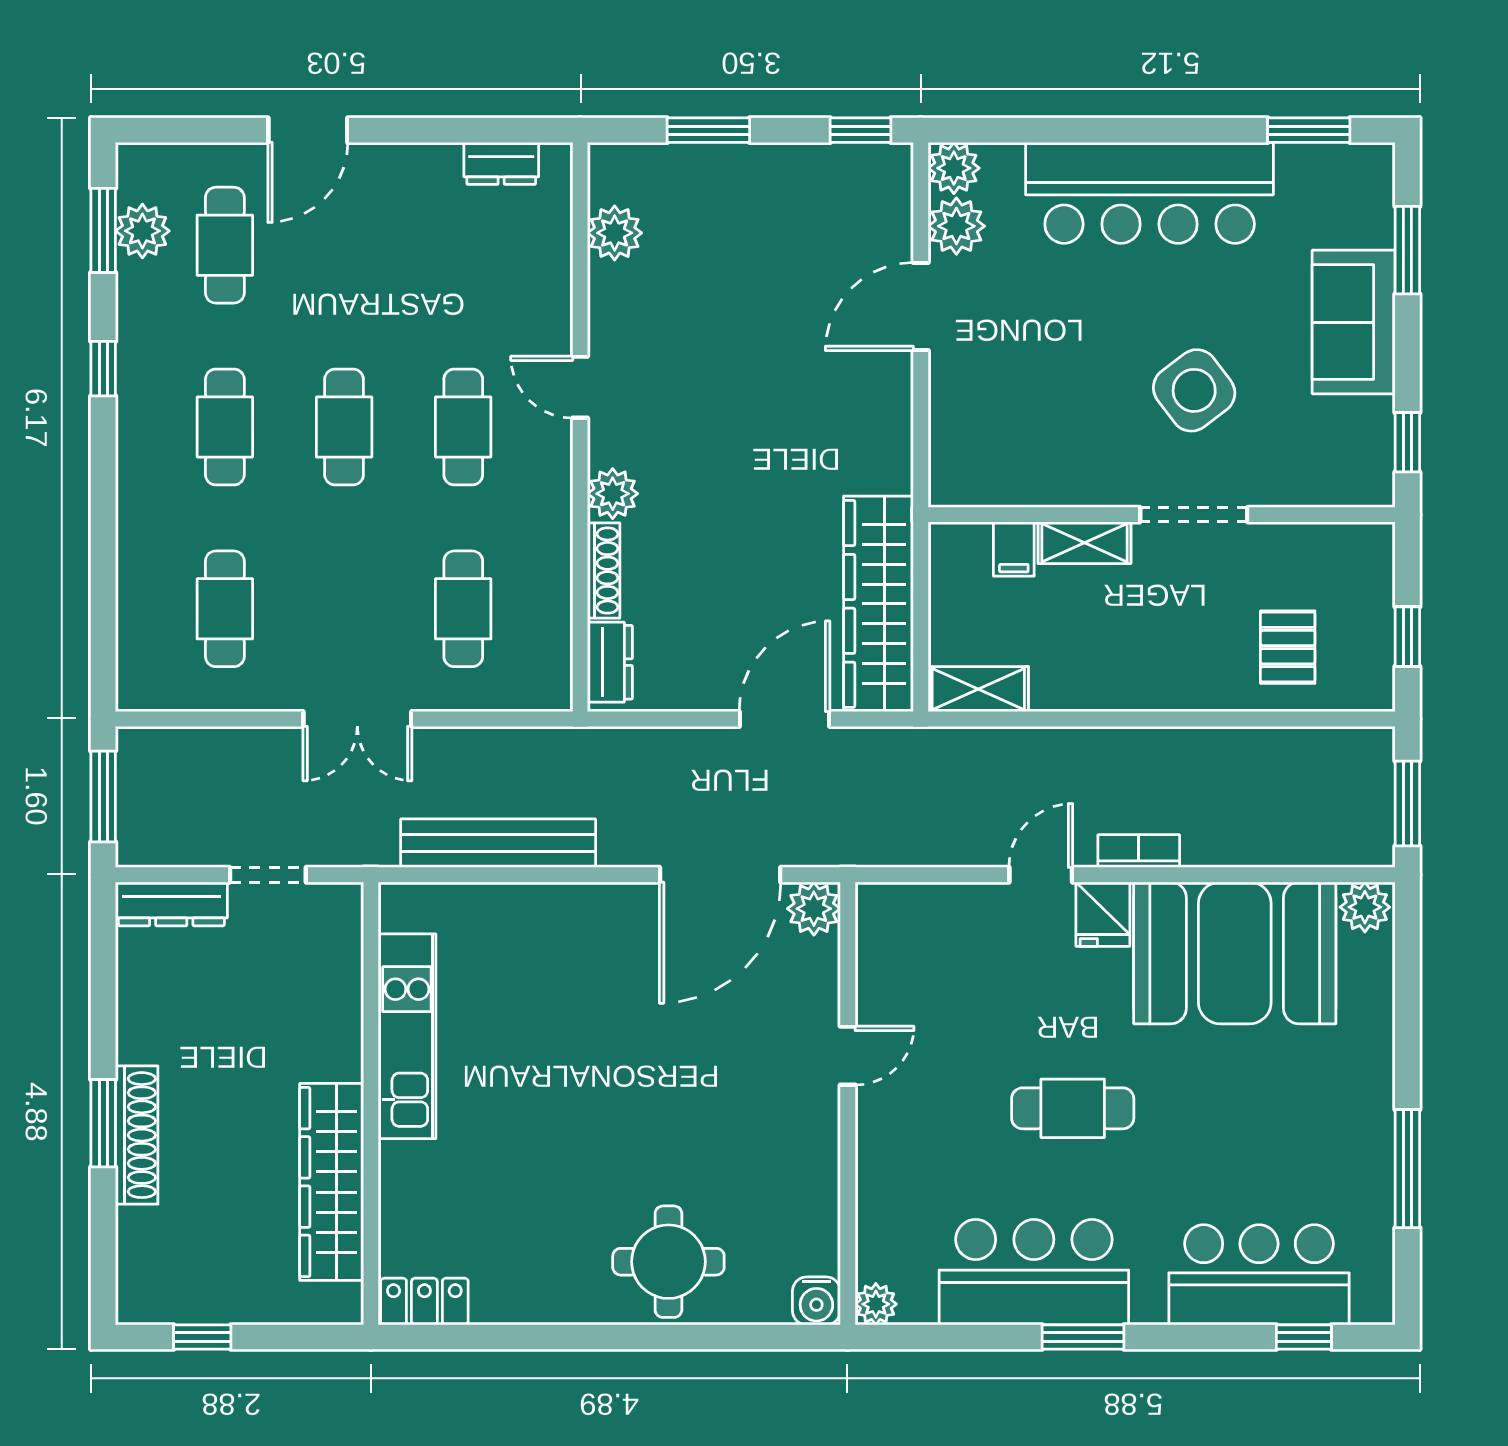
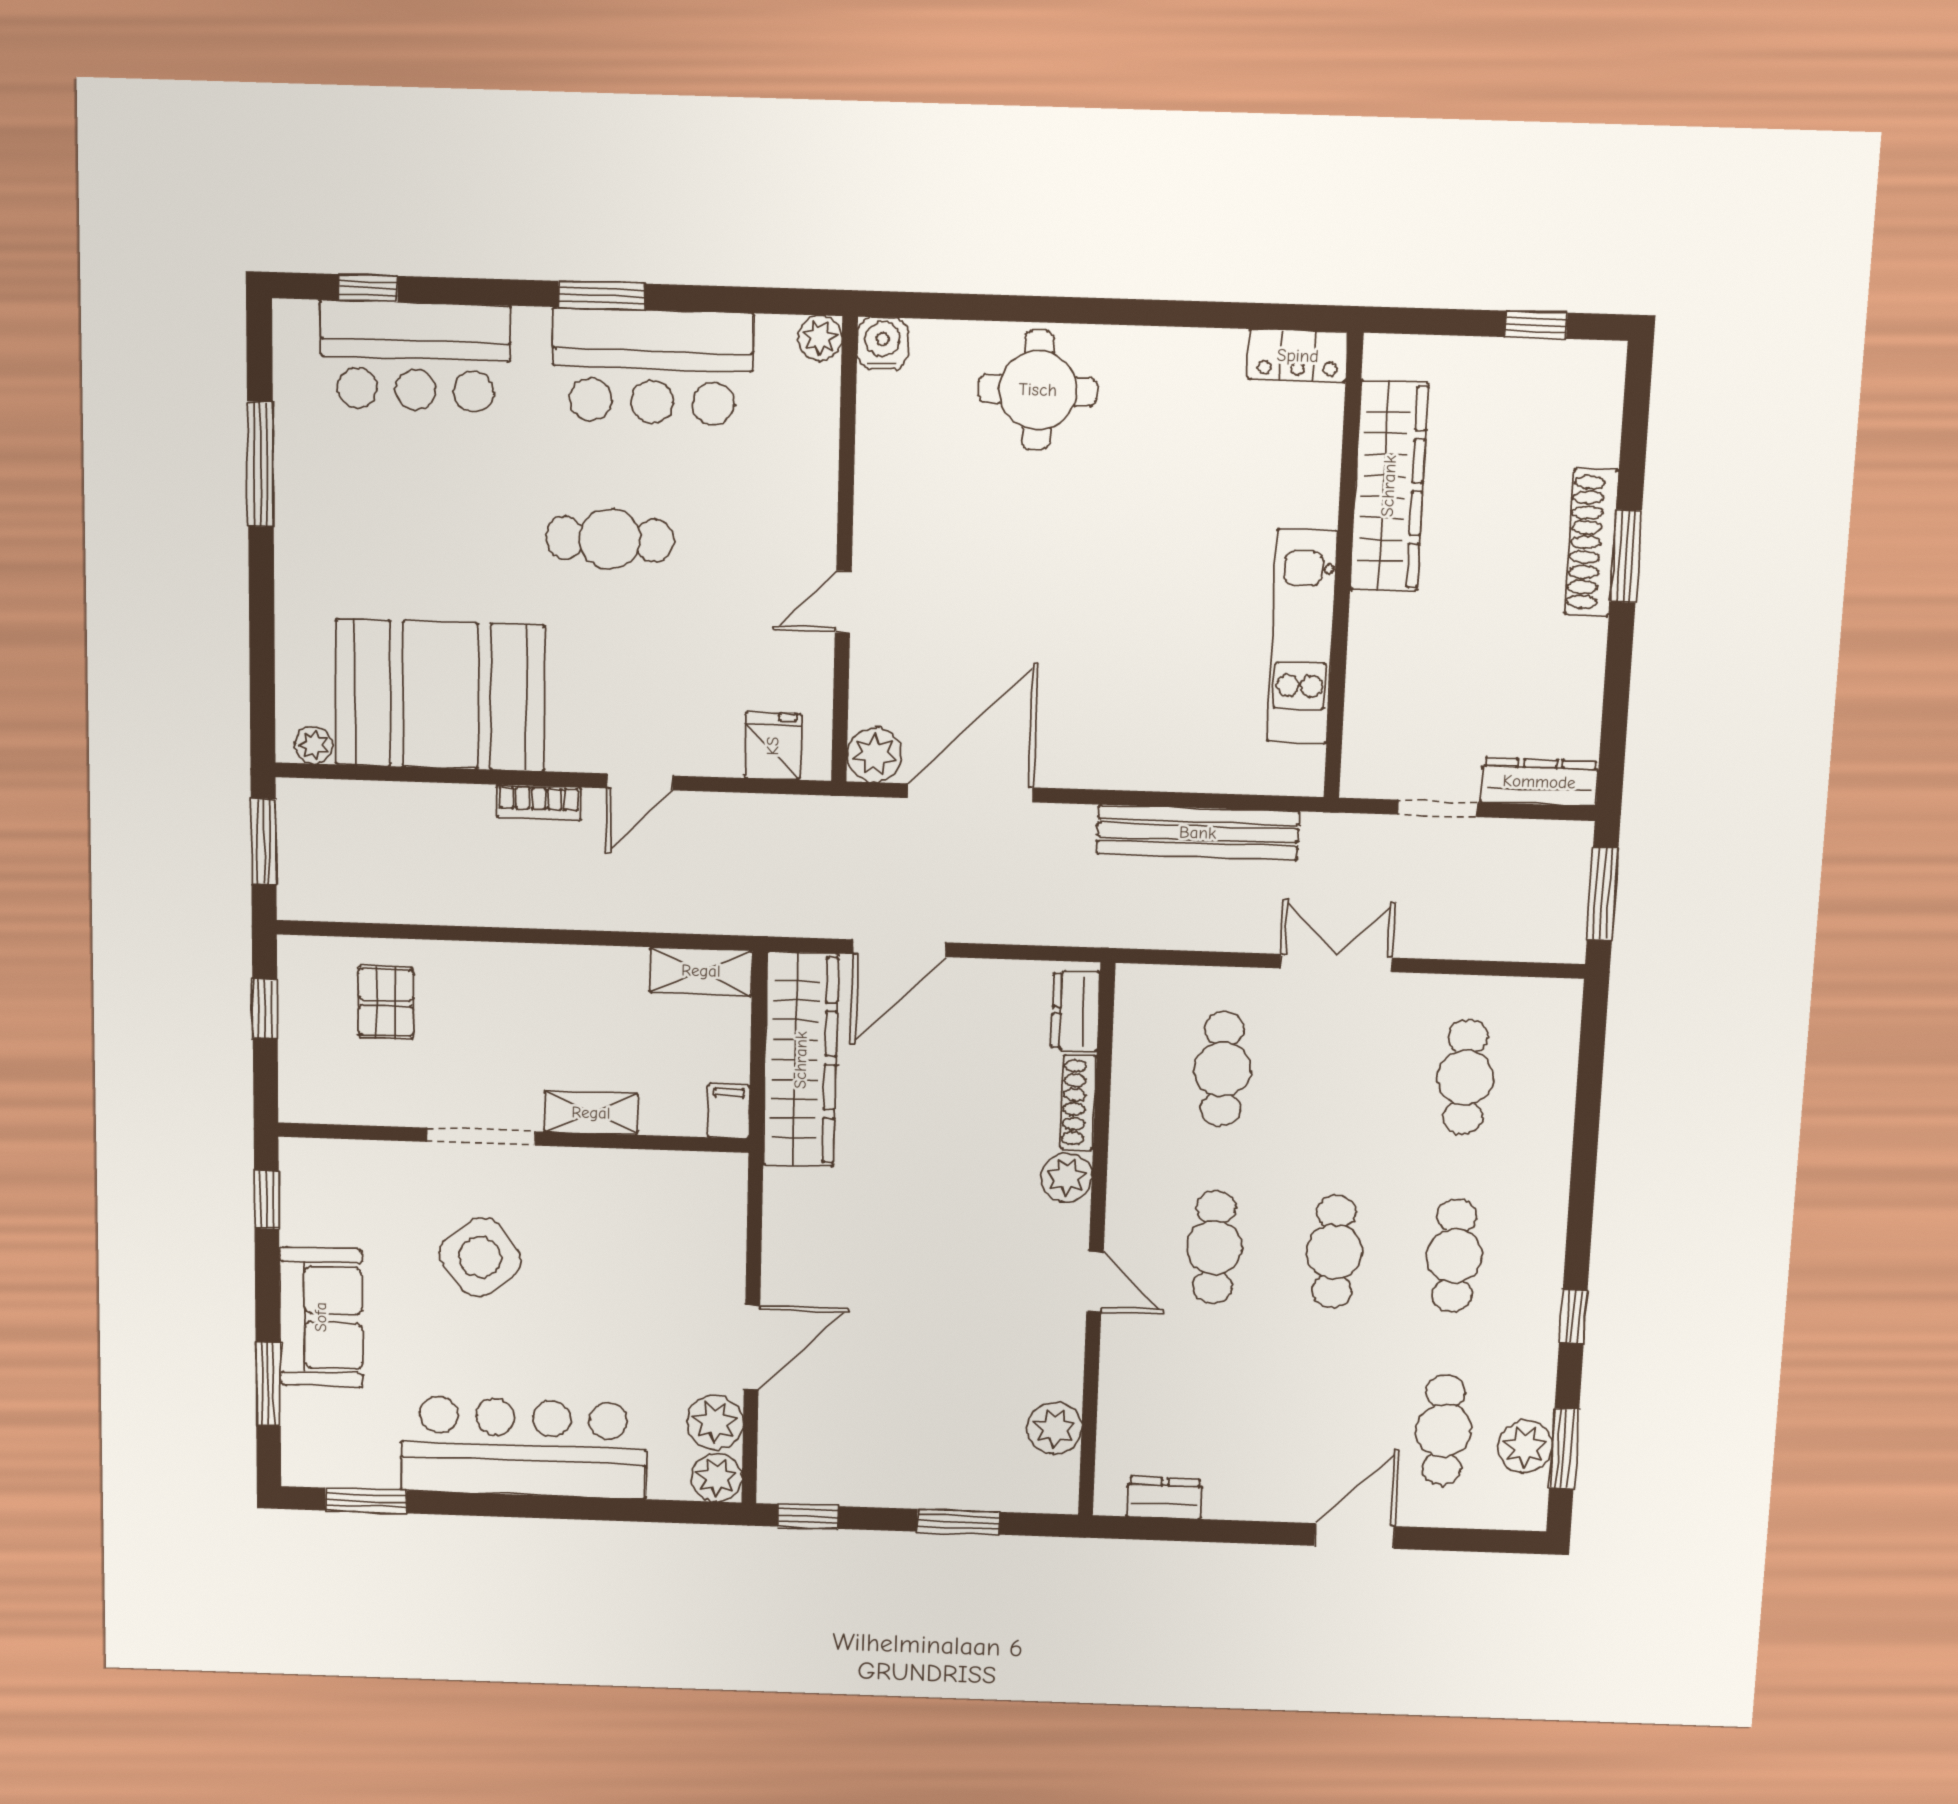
filing cabinet: (1014, 549) -> (729, 1111), moved
plant: (1365, 907) -> (313, 745), width x0.73, depth x0.73
fridge: (1103, 914) -> (773, 746), moved

